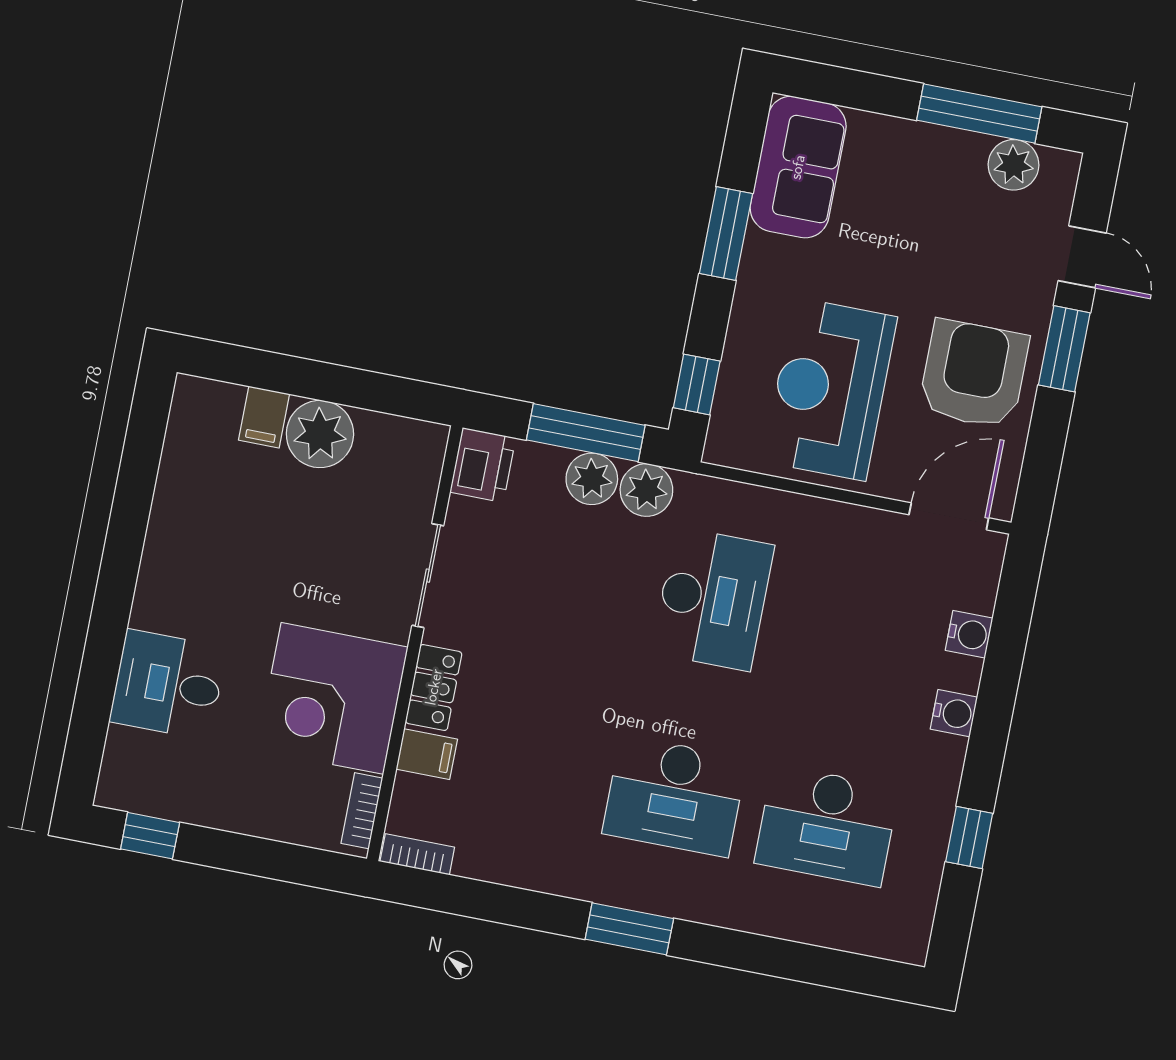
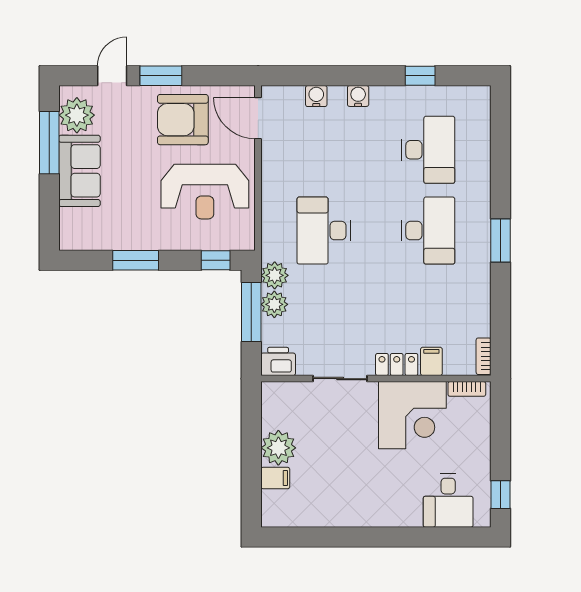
plant: (1013, 165) -> (77, 115), width x1.36, depth x1.36
sofa: (798, 167) -> (79, 171), moved, turned 90
desk: (713, 599) -> (324, 231), turned -90
desk: (168, 685) -> (448, 500), moved

